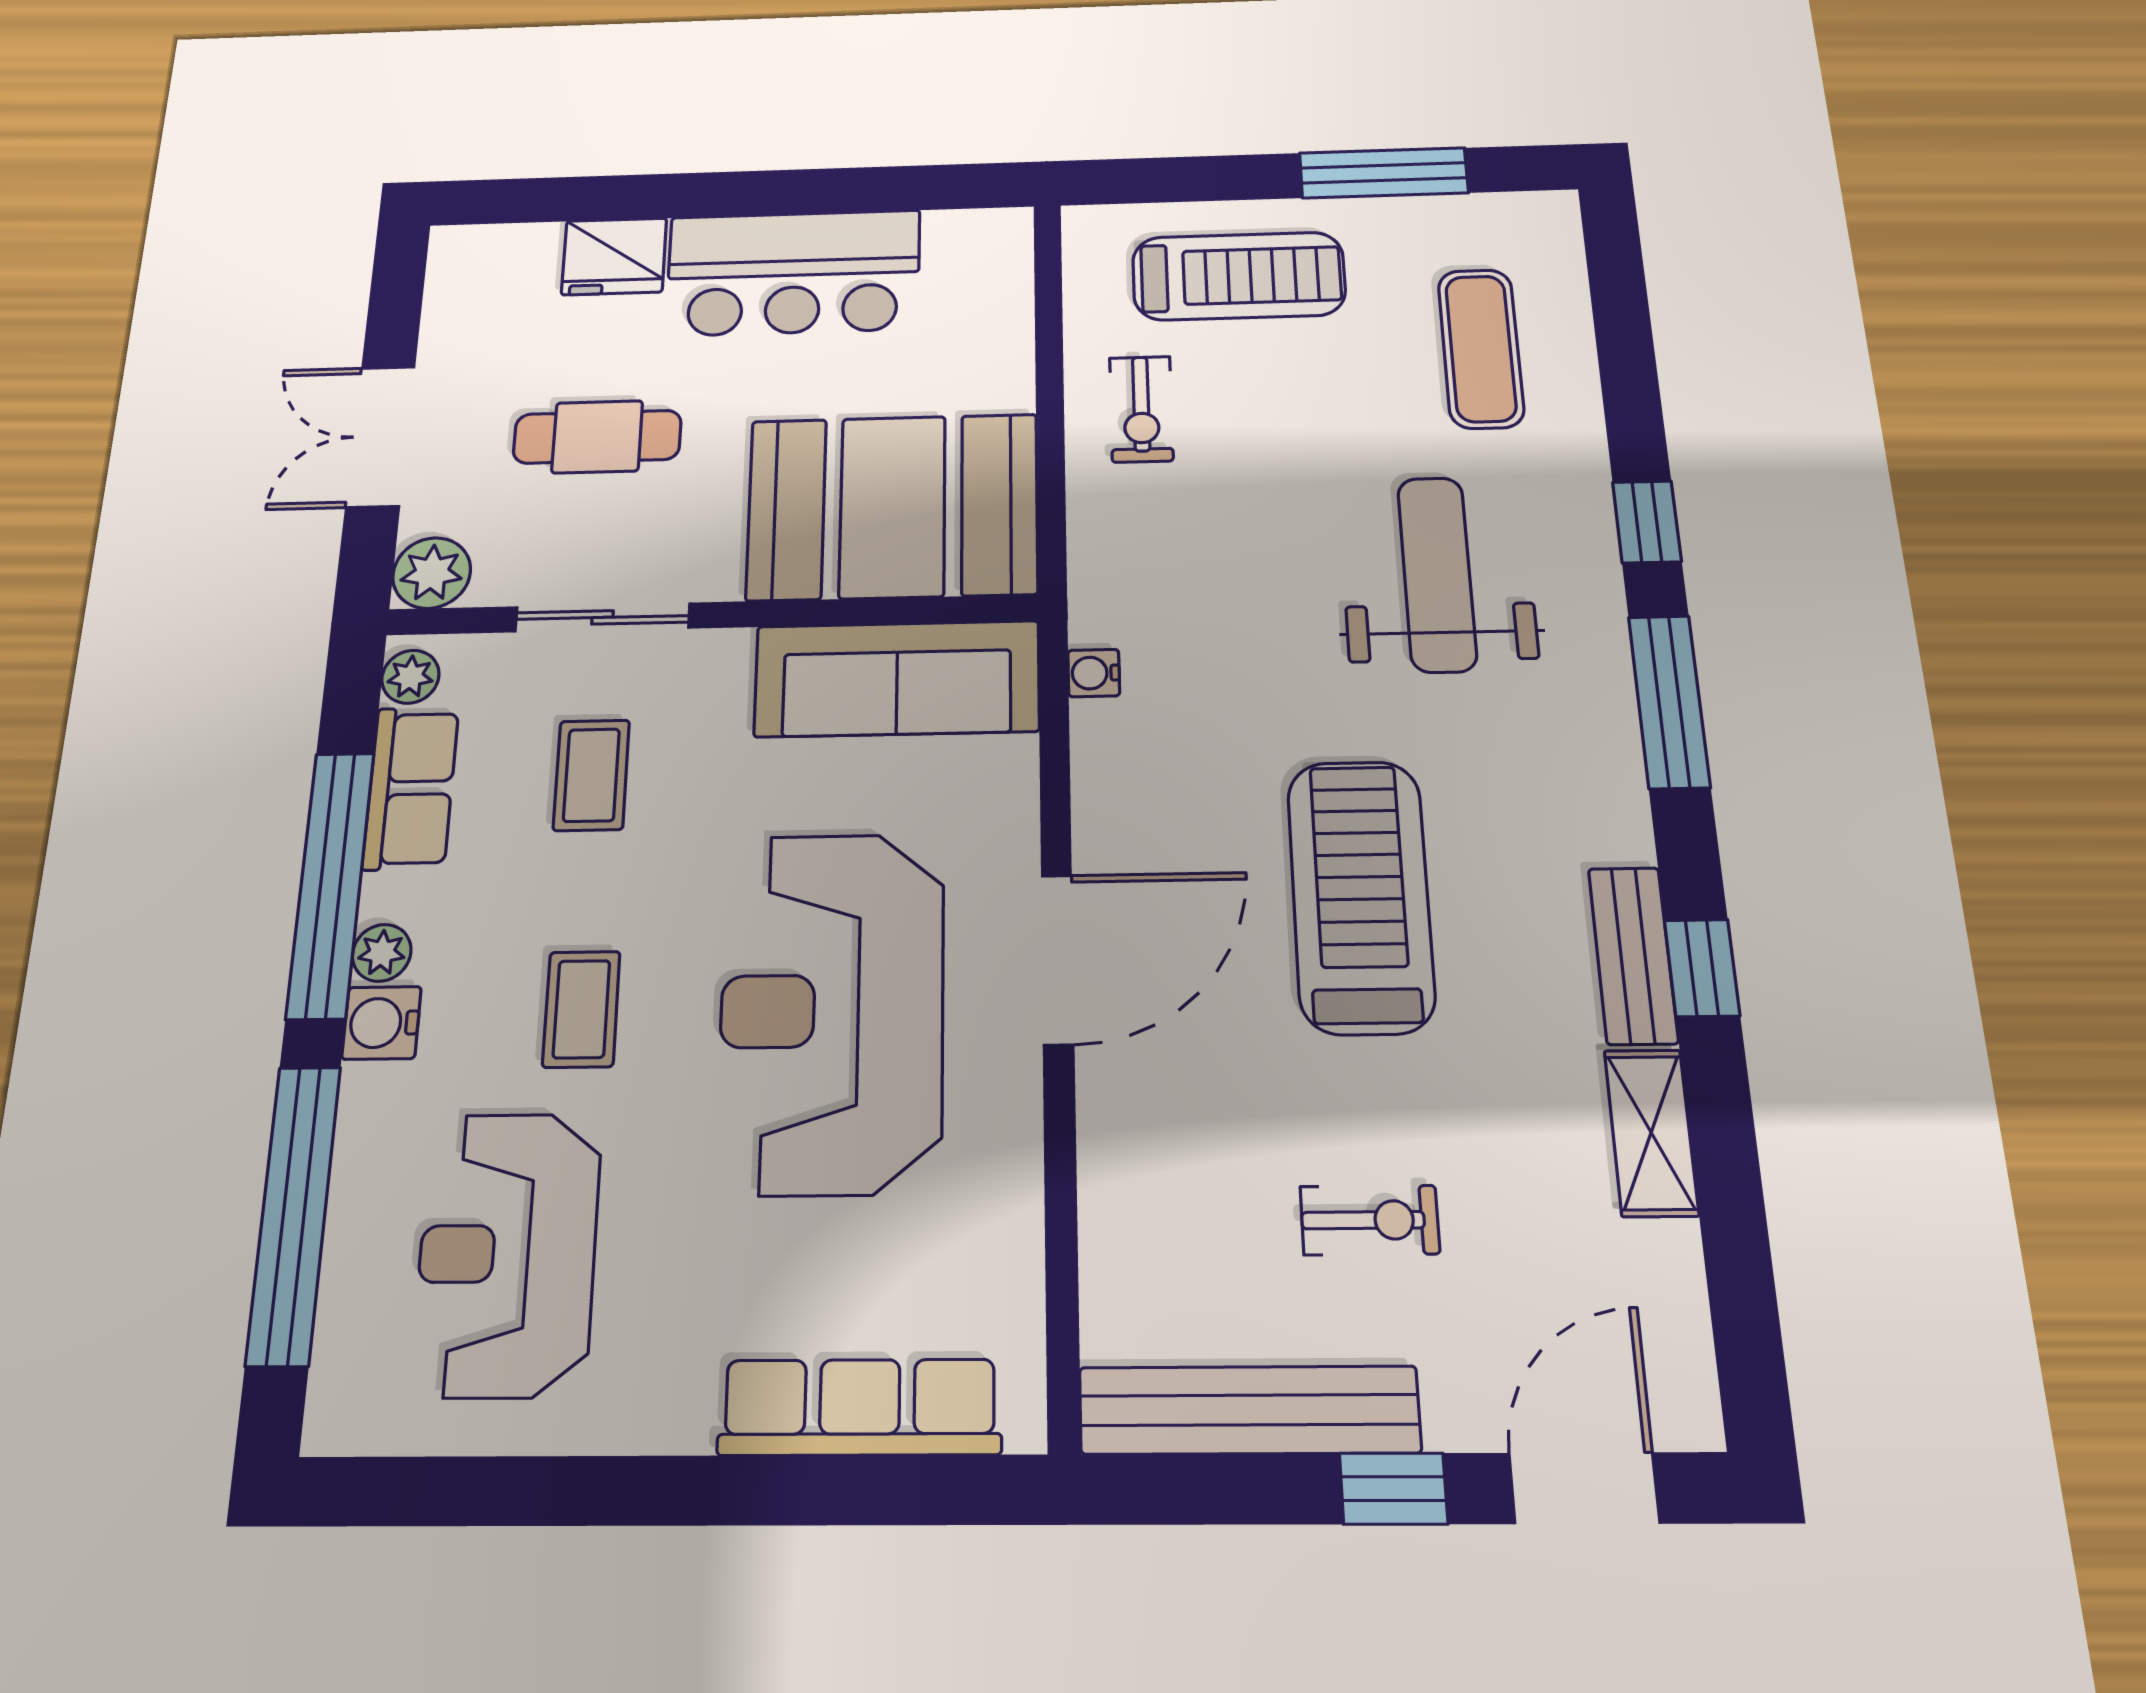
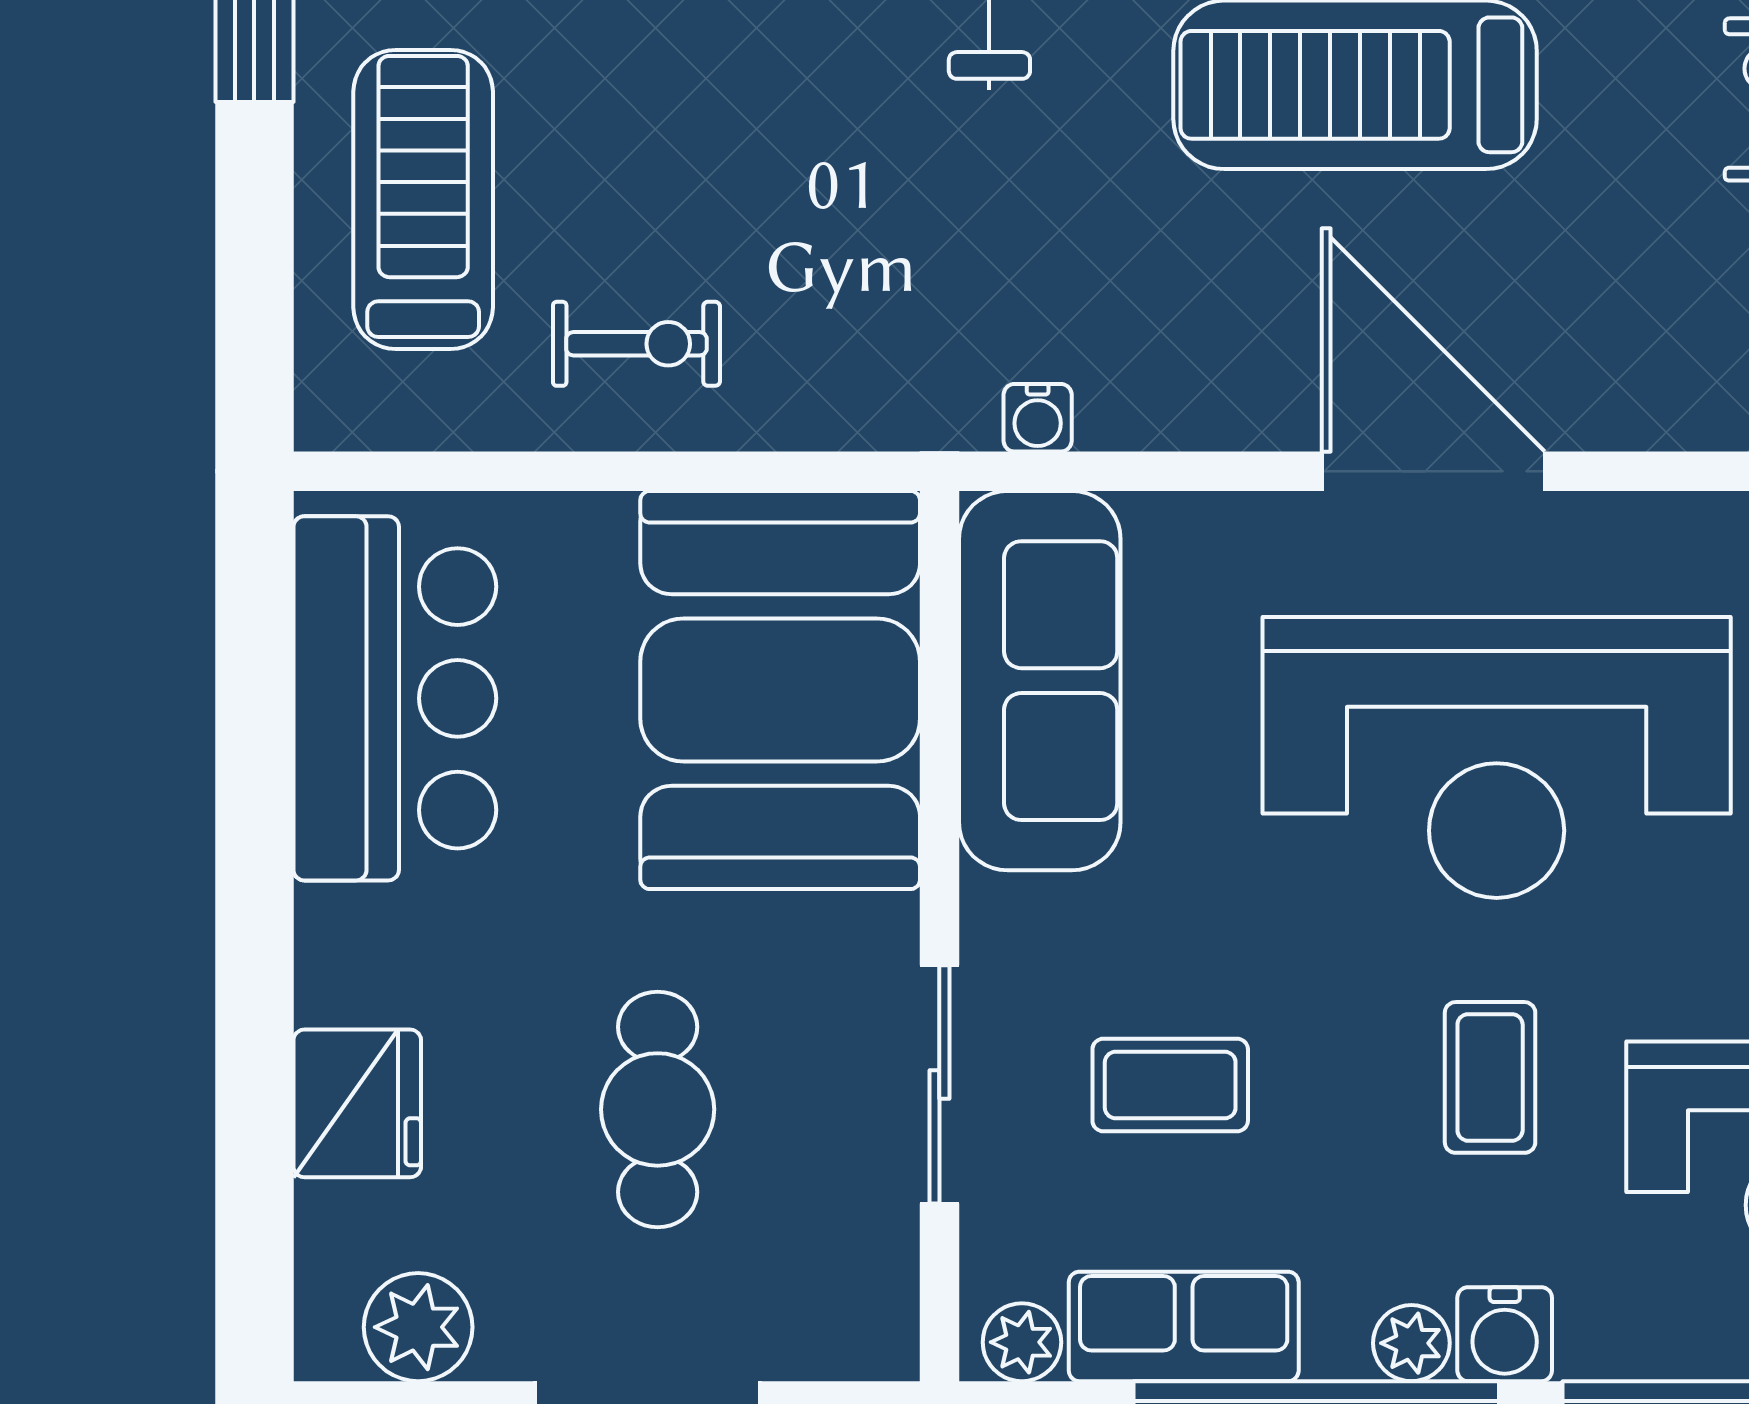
bar counter: (793, 273) -> (395, 698), moved
plant: (432, 573) -> (418, 1327), moved
coffee table: (581, 1009) -> (1490, 1077), turned 90

